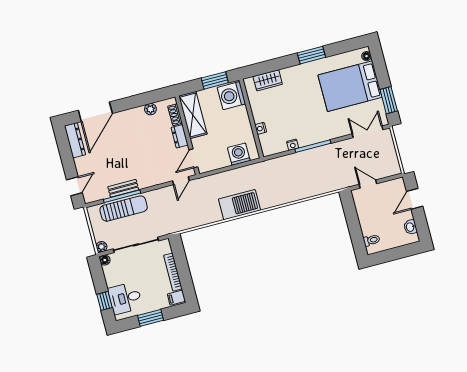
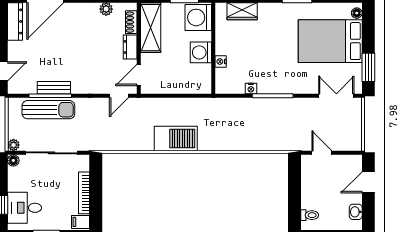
washing machine: (239, 154) -> (201, 52), moved, turned -90

